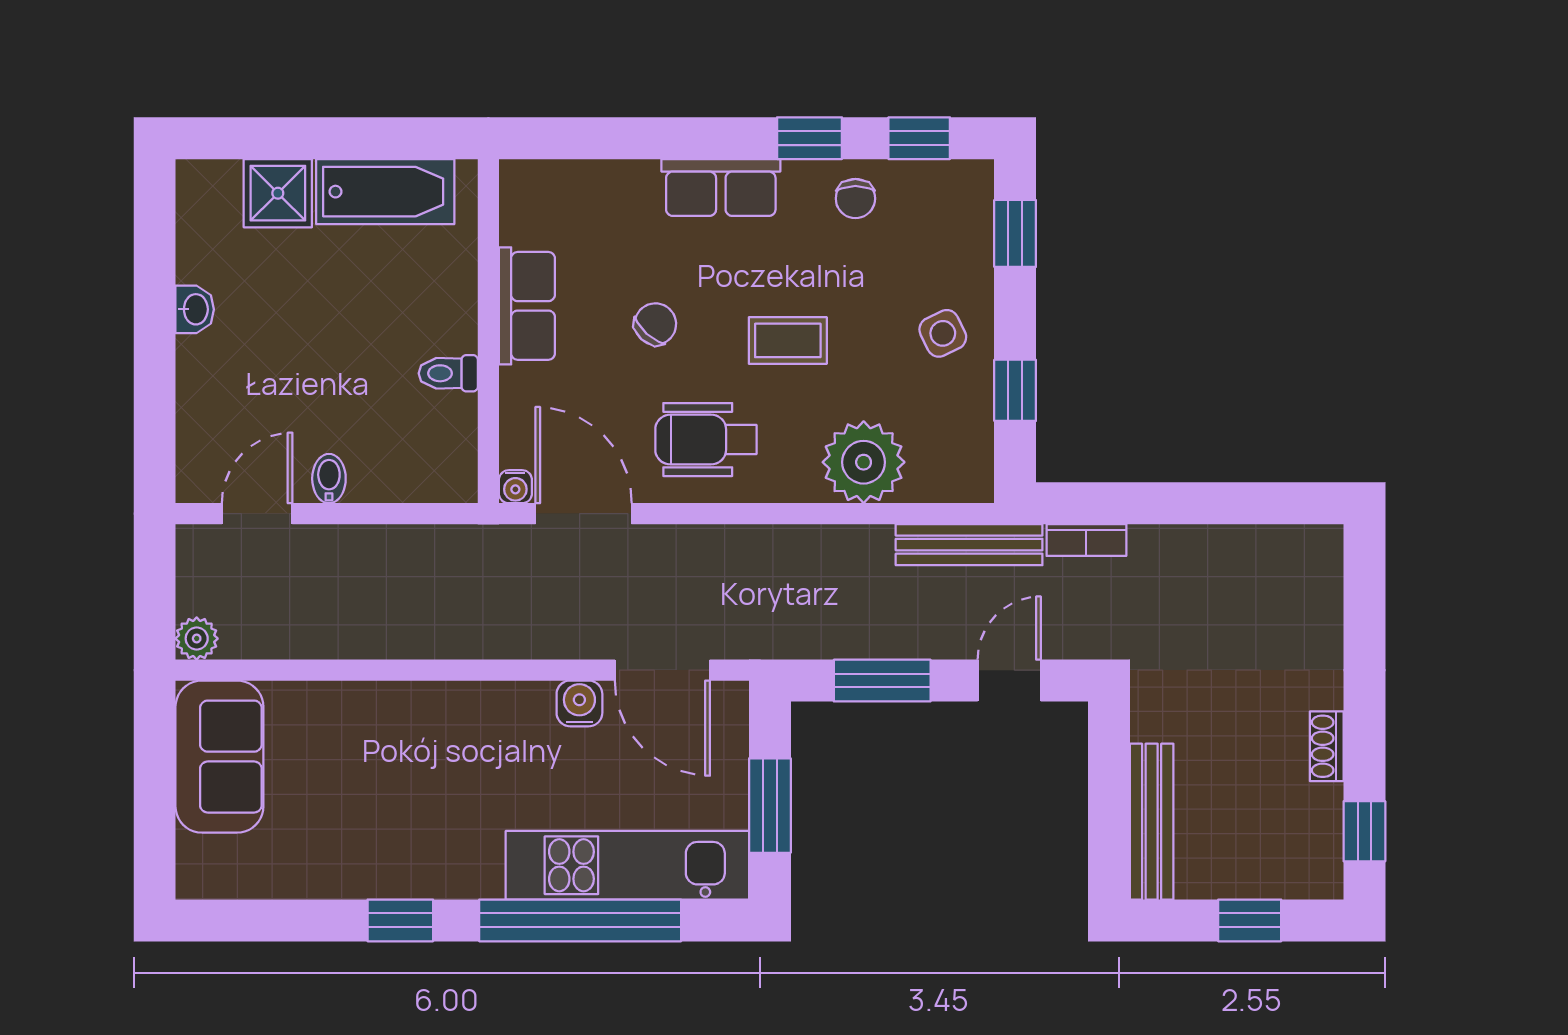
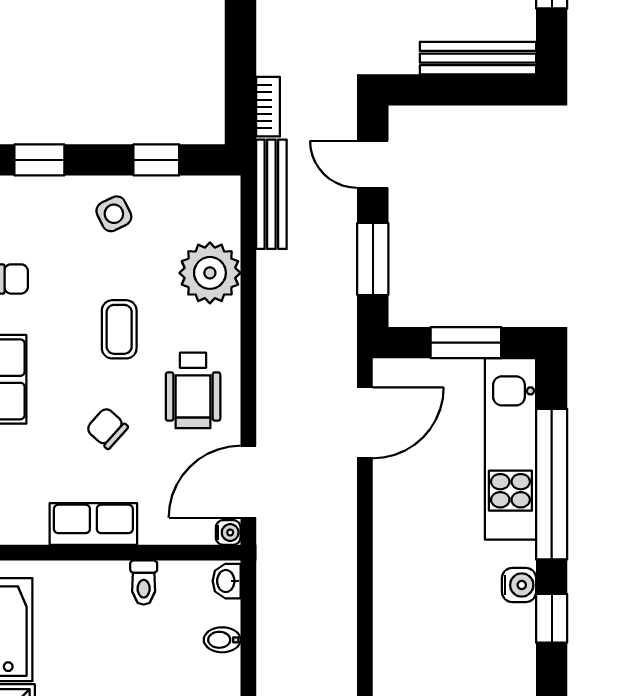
bidet: (329, 479) -> (222, 640), moved
washbasin: (450, 485) -> (227, 581), added
water cooler: (579, 703) -> (519, 585), moved, turned 180

